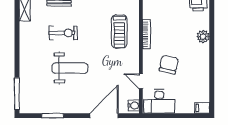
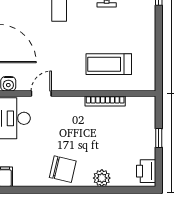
chair: (169, 65) -> (63, 169), moved

